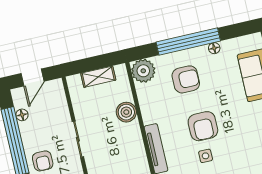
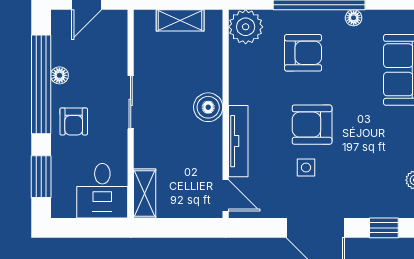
boiler: (126, 112) -> (208, 107), moved
floor lamp: (22, 115) -> (59, 75), moved
armchair: (203, 126) -> (312, 125), turned 90

